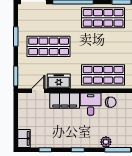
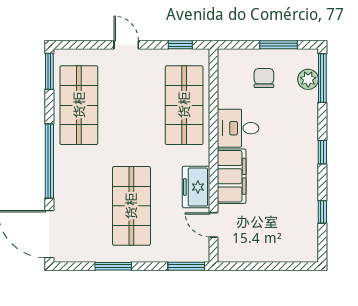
chair: (111, 102) -> (264, 78), moved
filing cabinet: (24, 138) -> (302, 251), removed
plant: (106, 142) -> (308, 79), moved

